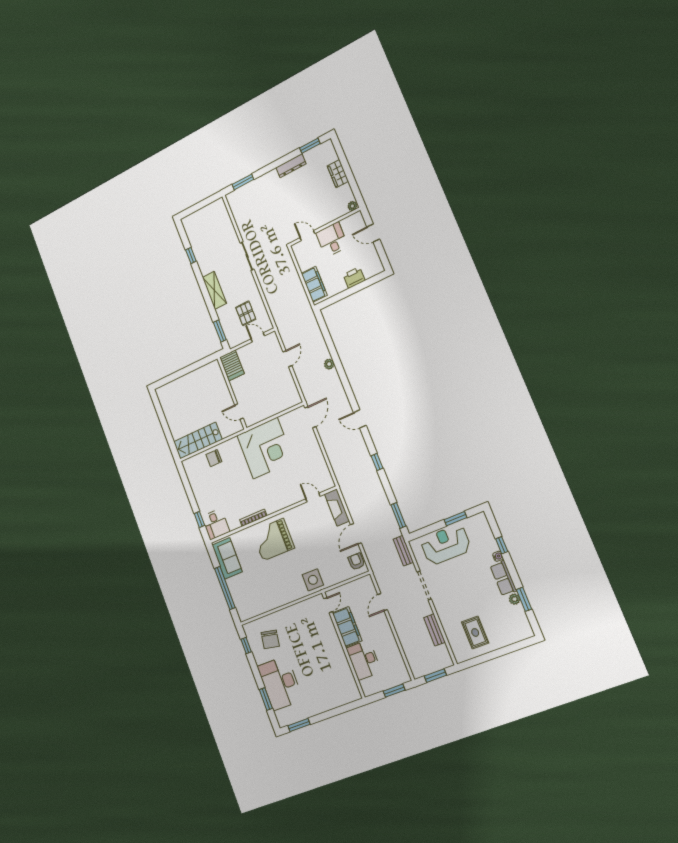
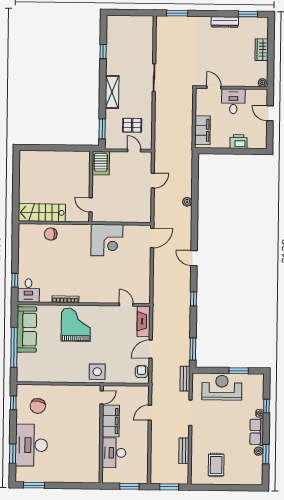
pallet: (246, 313) -> (132, 125), turned 90
corner desk: (265, 448) -> (107, 240), width x0.74, depth x0.74
grand piano: (273, 540) -> (76, 325), turned 90
sofa: (227, 558) -> (27, 330), width x1.36

